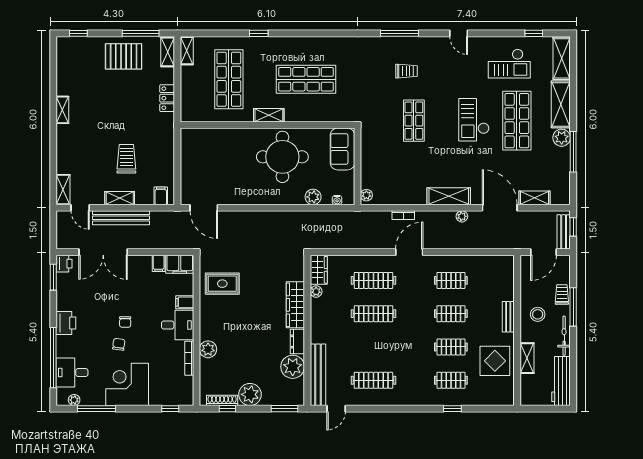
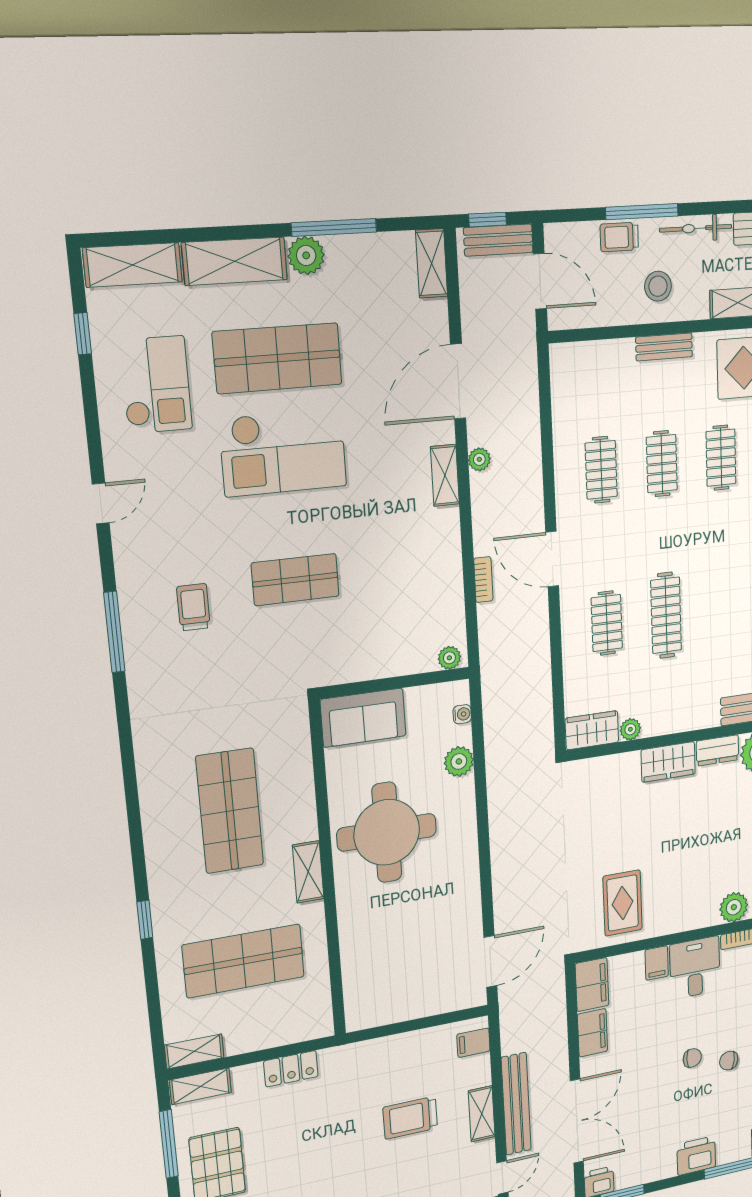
checkout: (474, 120) -> (283, 452), width x1.36, depth x1.21
shelving: (449, 196) -> (445, 475), width x0.67, depth x0.75
shelving: (534, 198) -> (432, 263), moved
filing cabinet: (159, 263) -> (592, 1033), width x2.00
clothes rail: (373, 280) -> (607, 623), width x0.73
wardrobe: (295, 305) -> (668, 762), width x0.67

